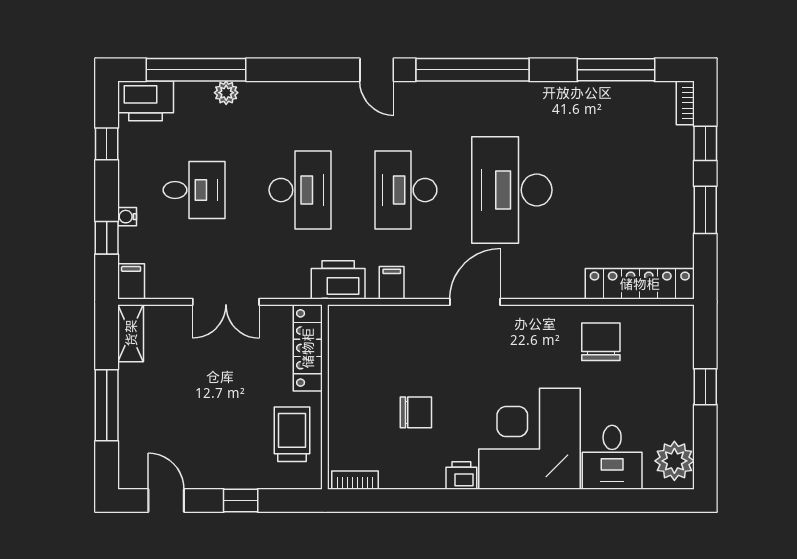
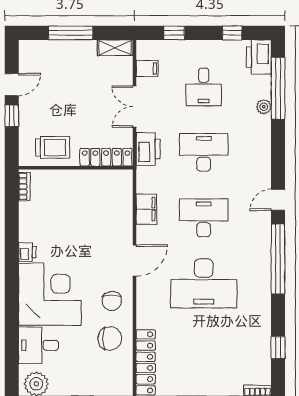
window: (616, 70) -> (278, 348), width x0.46
desk: (300, 190) -> (204, 152), turned 180
desk: (512, 190) -> (204, 283), turned 180
water cooler: (127, 217) -> (187, 46), removed
printer: (338, 280) -> (148, 149), moved
filing cabinet: (131, 281) -> (147, 68), moved
filing cabinet: (392, 283) -> (146, 209), width x2.00
door: (475, 302) -> (135, 261), hinge flipped
chair: (416, 412) -> (112, 301), moved
door: (166, 501) -> (12, 85), moved

